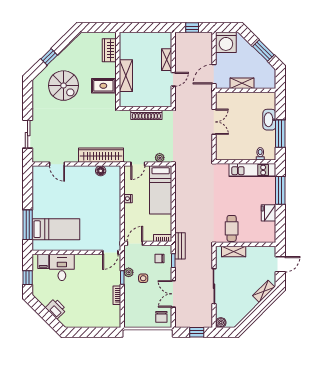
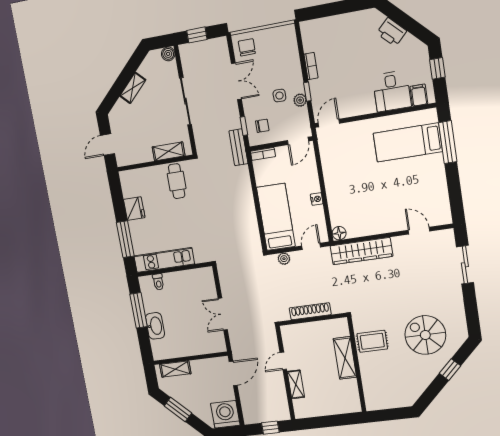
wardrobe: (109, 50) -> (372, 387), removed
shelving: (242, 83) -> (175, 369), moved
floor lamp: (101, 171) -> (339, 233), moved
shelving: (264, 291) -> (133, 88), moved

